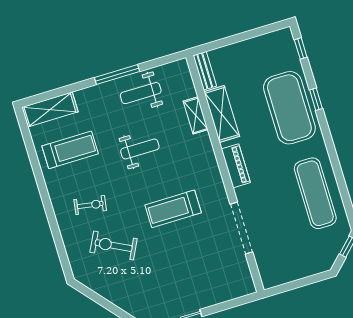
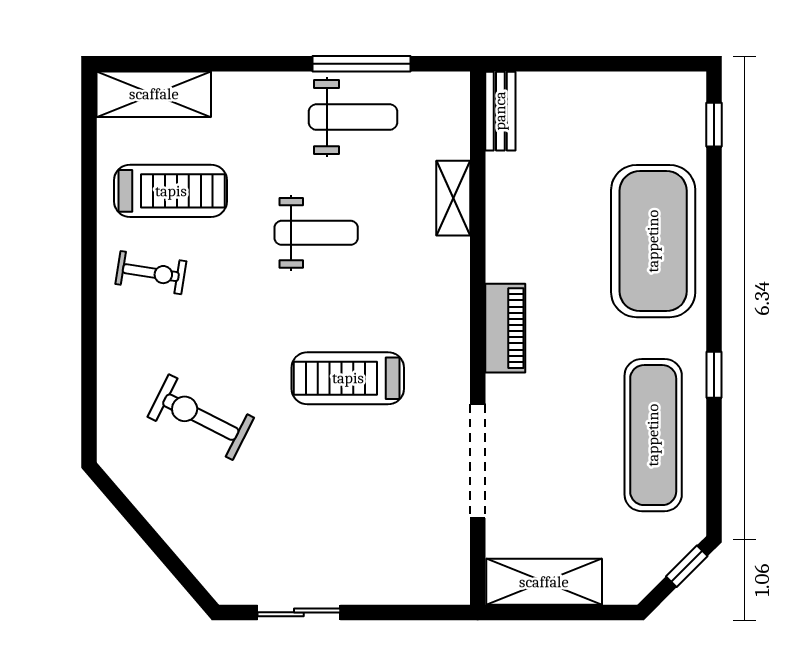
window: (117, 75) -> (361, 64), moved
weight bench: (141, 93) -> (353, 117), turned 180
window: (316, 99) -> (714, 375), moved
shelving: (222, 114) -> (544, 582), moved, turned 90
exercise bike: (90, 205) -> (151, 273), moved

